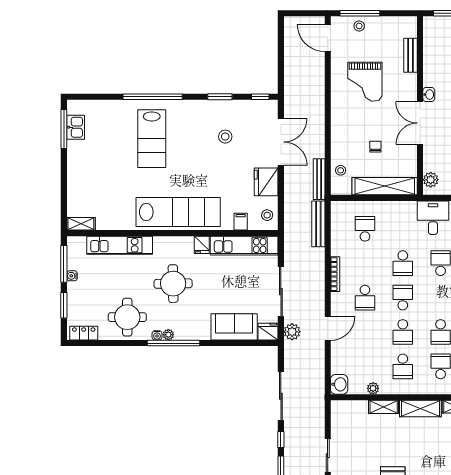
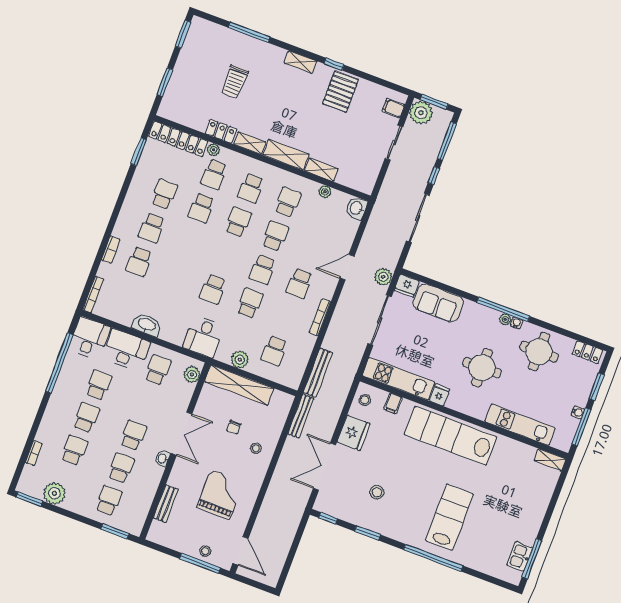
stool: (341, 170) -> (256, 448), moved
plant: (393, 209) -> (240, 360), added
school desk: (365, 298) -> (299, 283), turned 180

